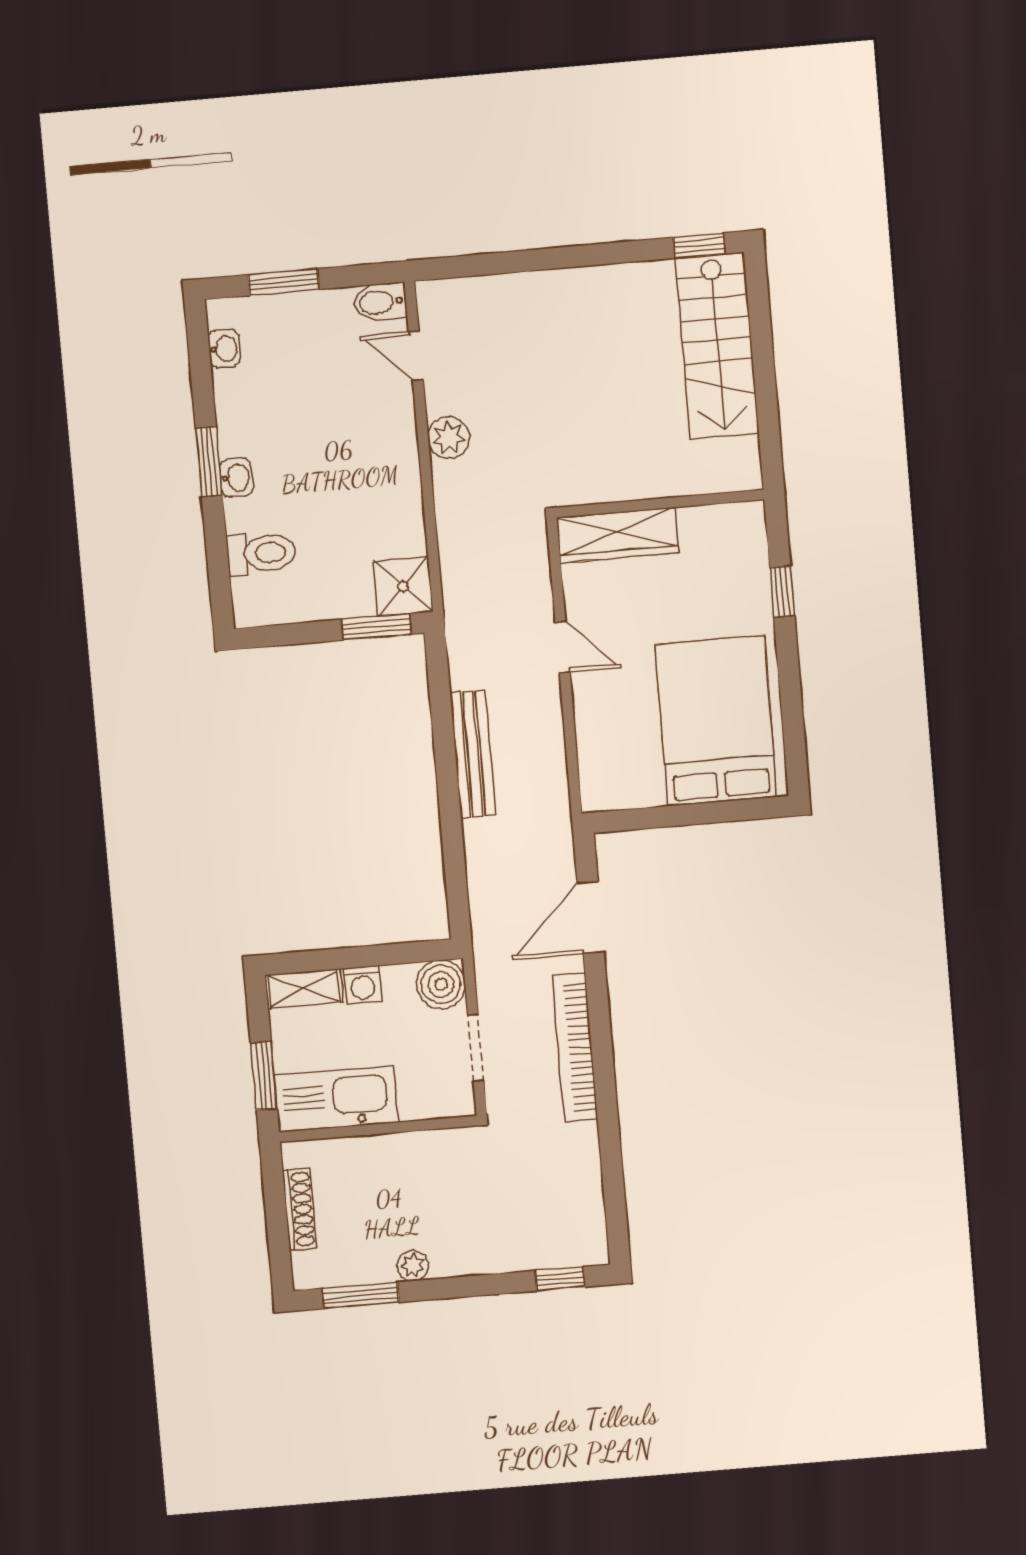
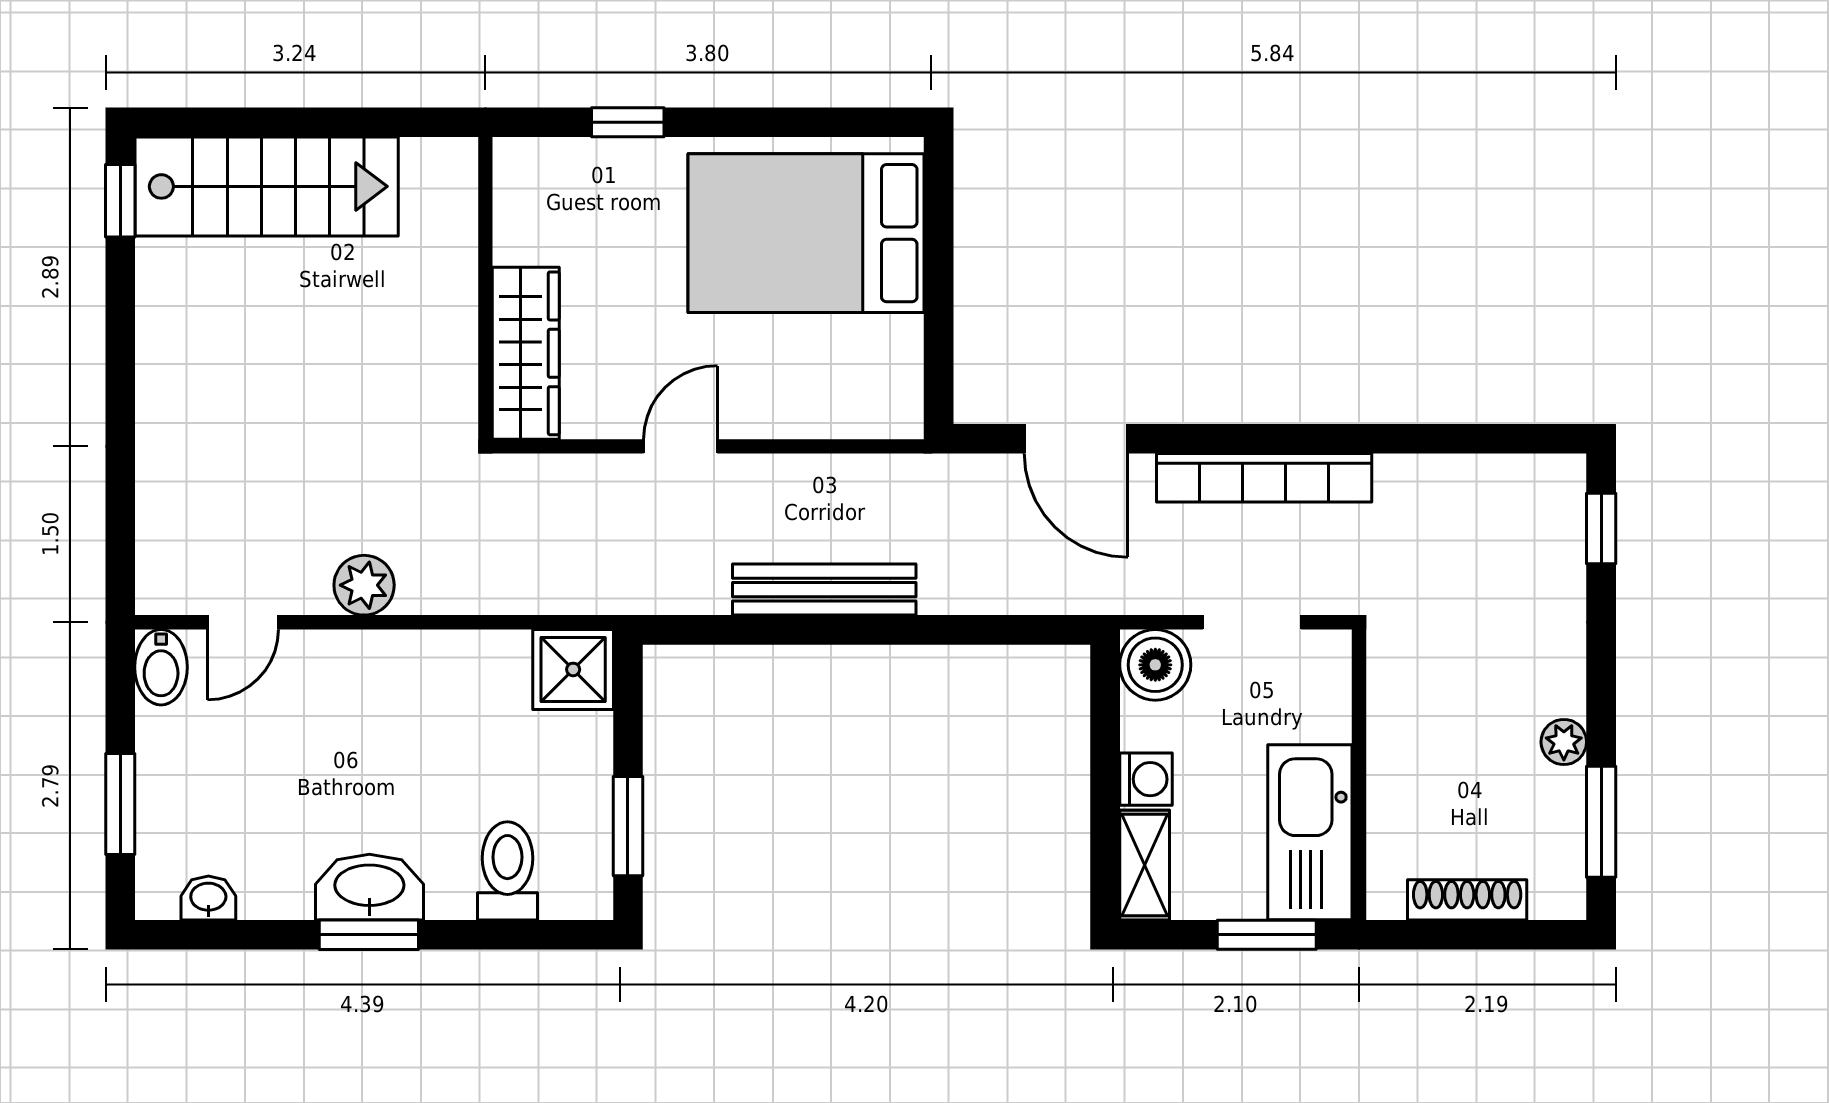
washbasin: (236, 478) -> (369, 887), width x1.91, depth x1.45
window: (376, 627) -> (628, 826), moved

